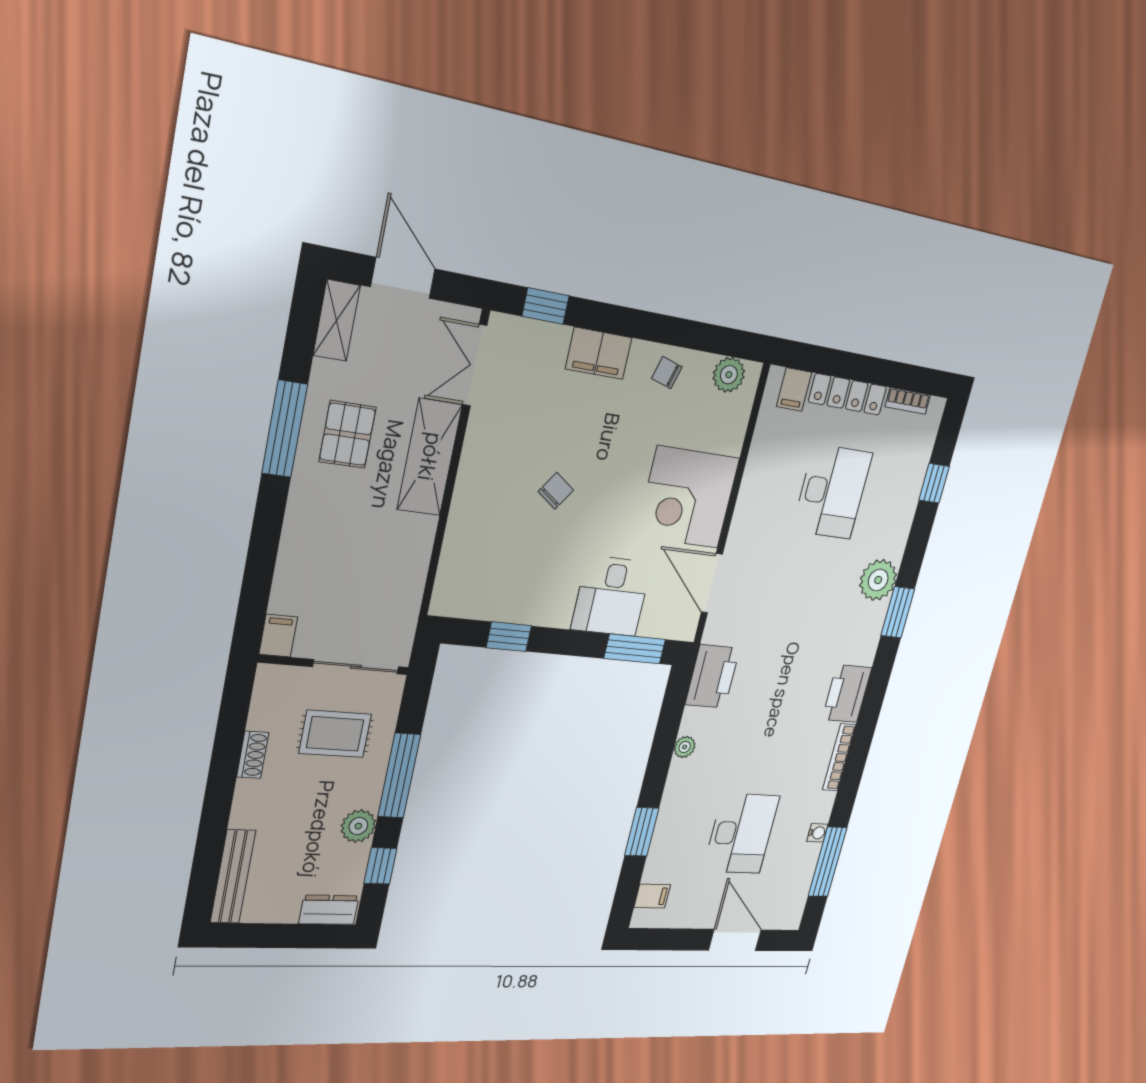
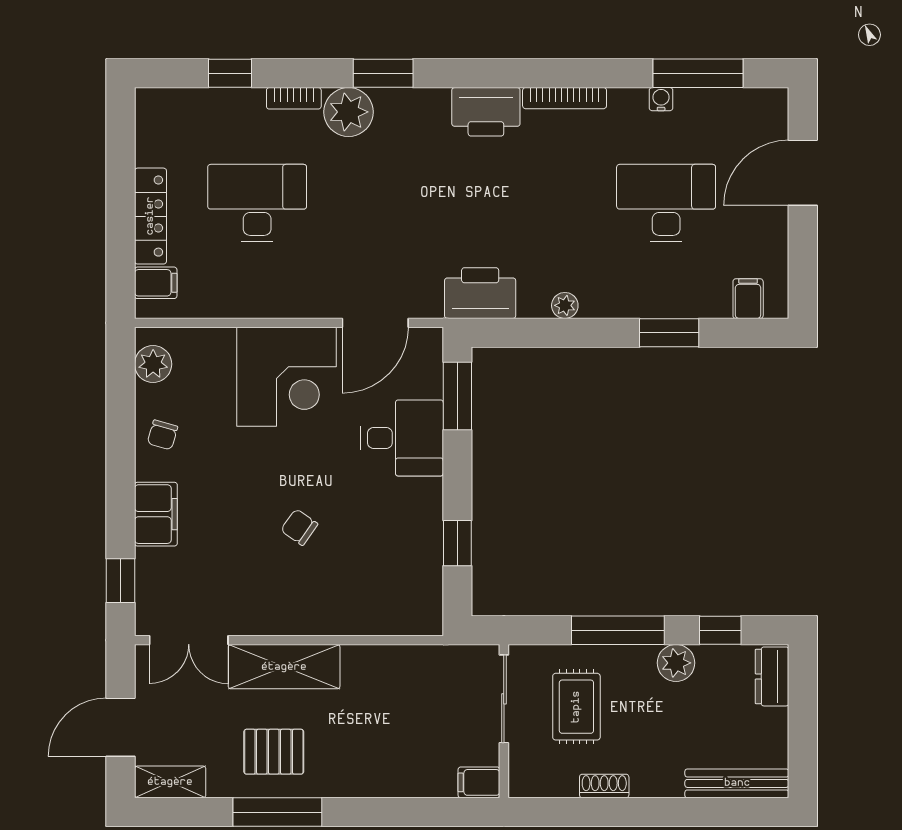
bookcase: (908, 401) -> (294, 98), moved, turned 90

